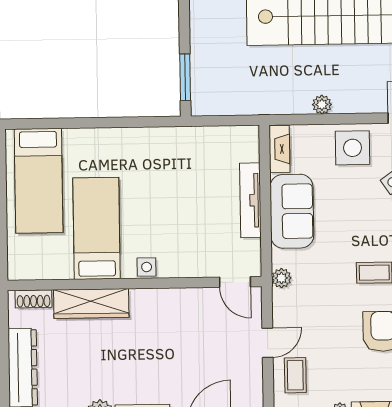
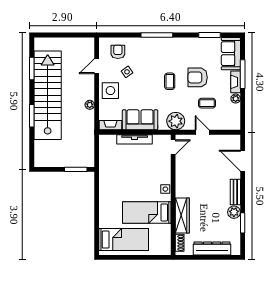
plant: (281, 278) -> (176, 121), width x1.88, depth x1.88
coffee table: (295, 375) -> (207, 103), moved

